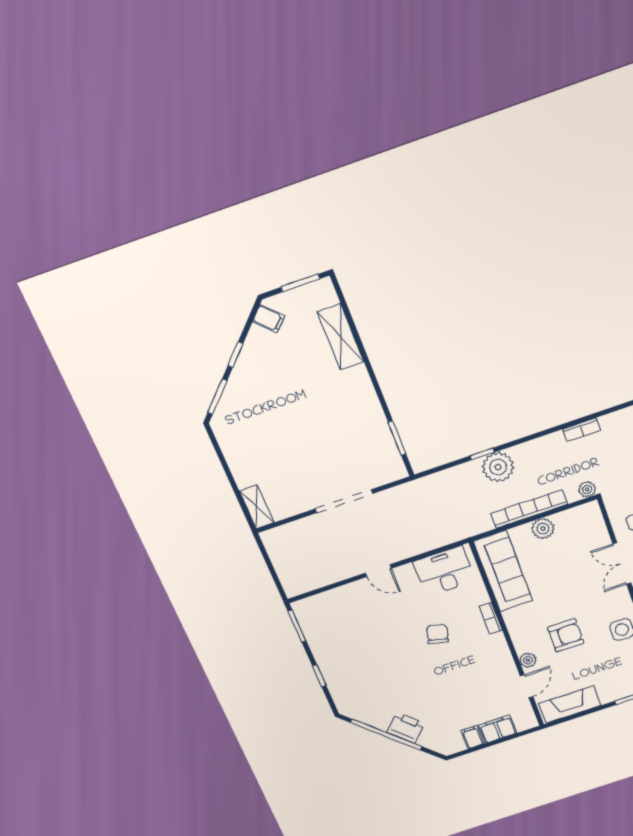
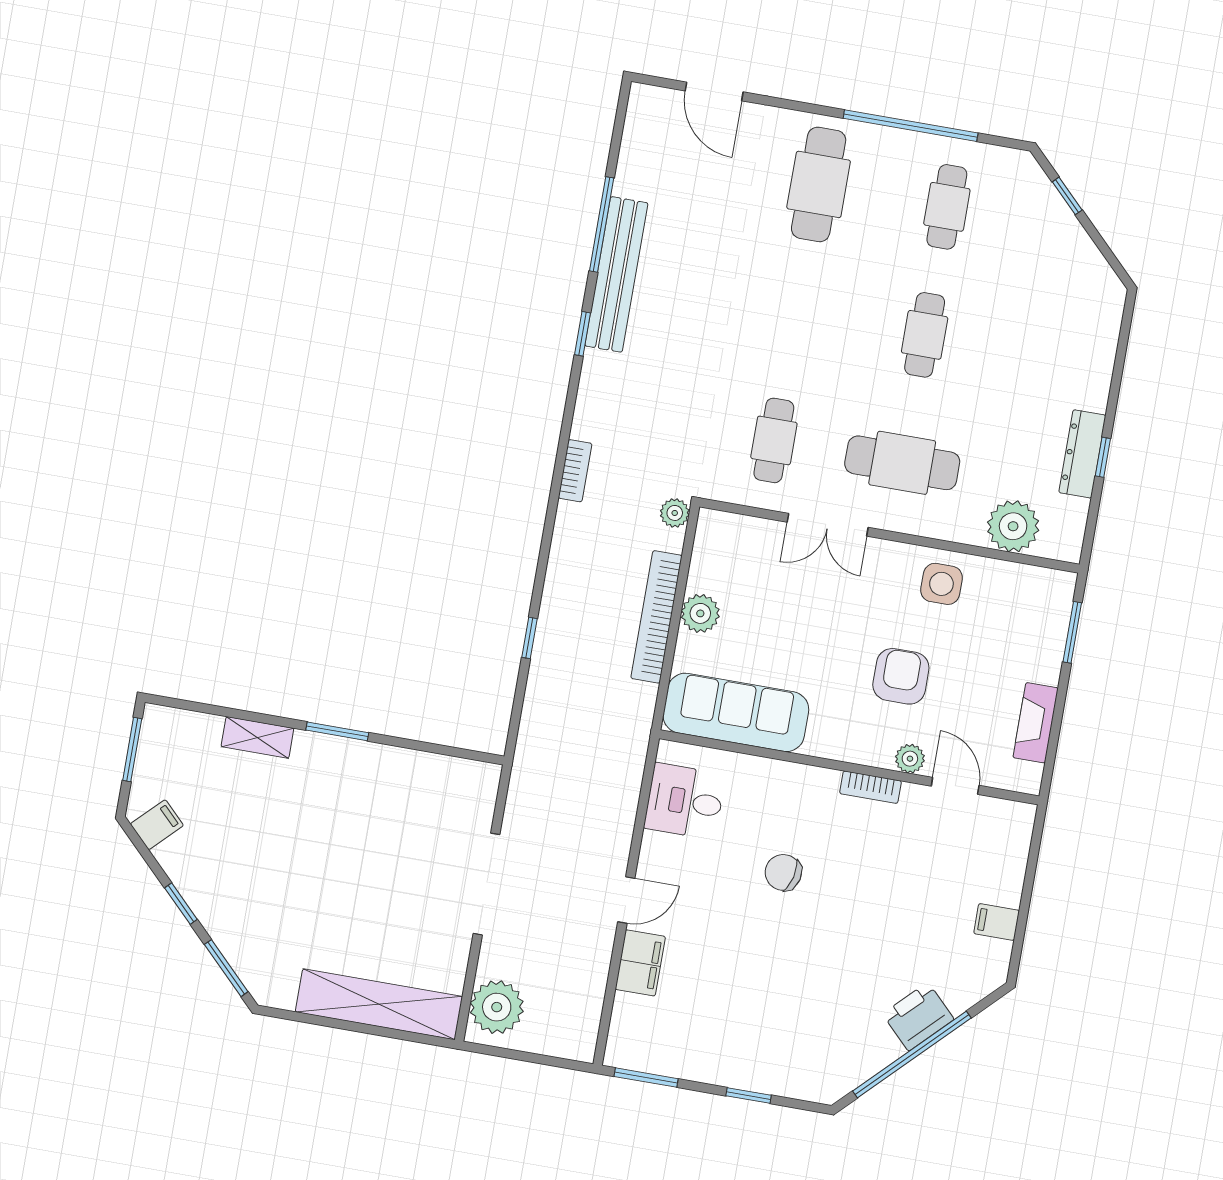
shelving: (341, 337) -> (257, 737), width x0.67, depth x0.75
window: (397, 438) -> (337, 731), moved
plant: (498, 467) -> (497, 1007), moved
shelving: (257, 507) -> (379, 1004), width x2.20, depth x1.33
desk: (444, 571) -> (685, 801), width x0.73
bookcase: (491, 618) -> (870, 787), moved
fireplace: (570, 705) -> (1036, 723), width x0.73, depth x0.76
filing cabinet: (498, 729) -> (640, 963), moved, turned 180

